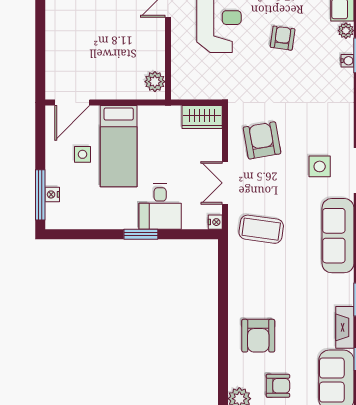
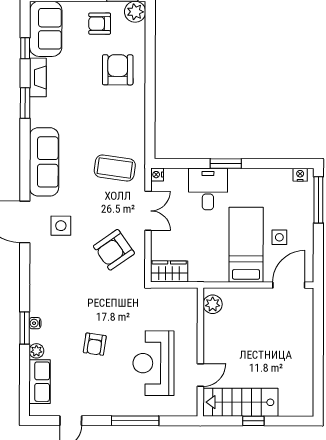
armchair: (262, 140) -> (114, 250), turned 65
nightstand: (52, 194) -> (300, 175), moved, turned -90

